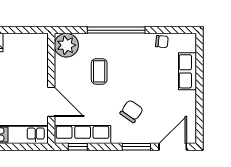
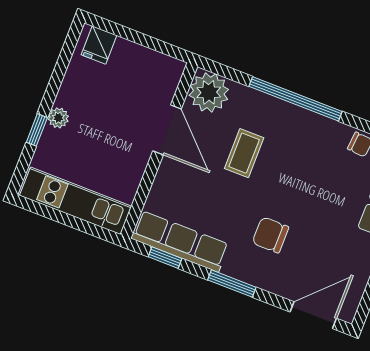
door: (51, 102) -> (167, 130), moved
chair: (131, 111) -> (270, 235), turned -125
window: (136, 147) -> (232, 284), moved

